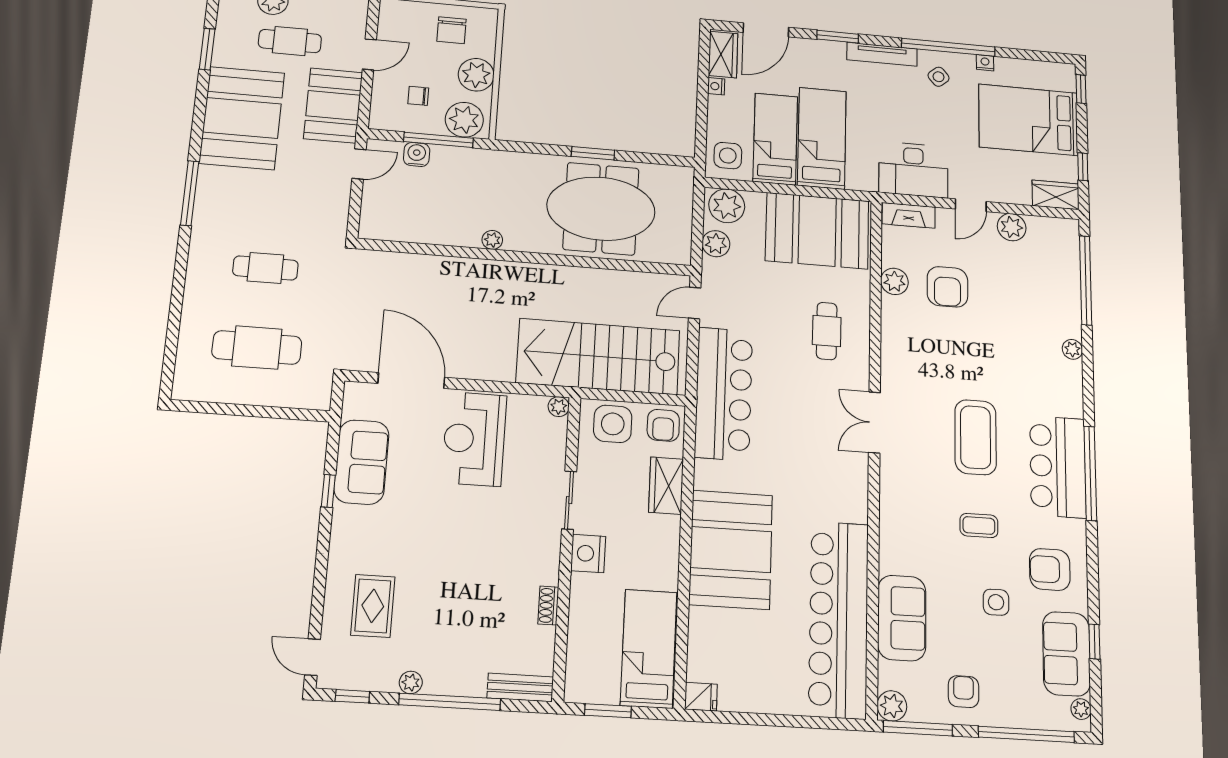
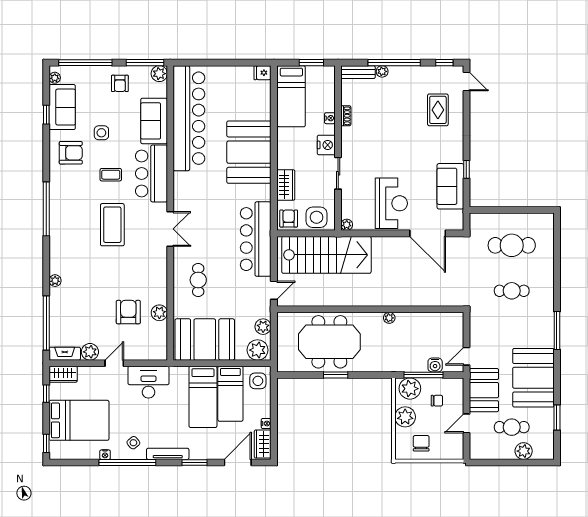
fireplace: (909, 215) -> (65, 354), moved
bar counter: (1058, 467) -> (151, 173), moved, turned 180
nightstand: (579, 603) -> (330, 118), added
plant: (411, 682) -> (382, 71), moved

